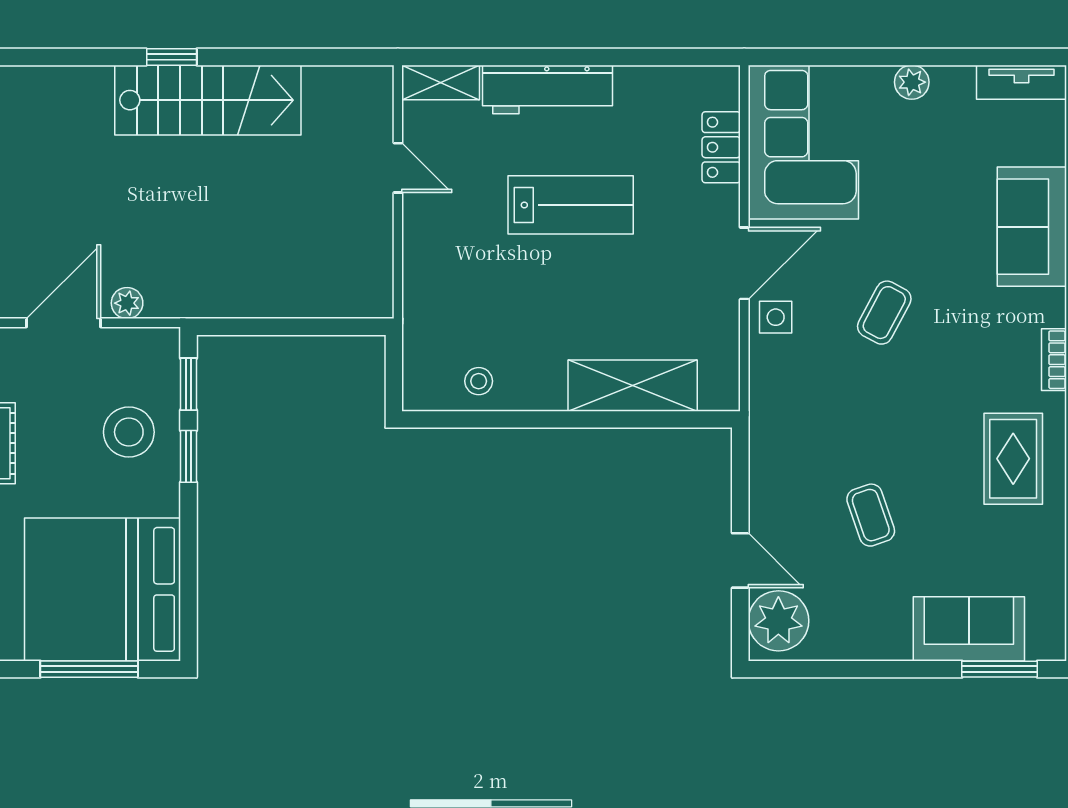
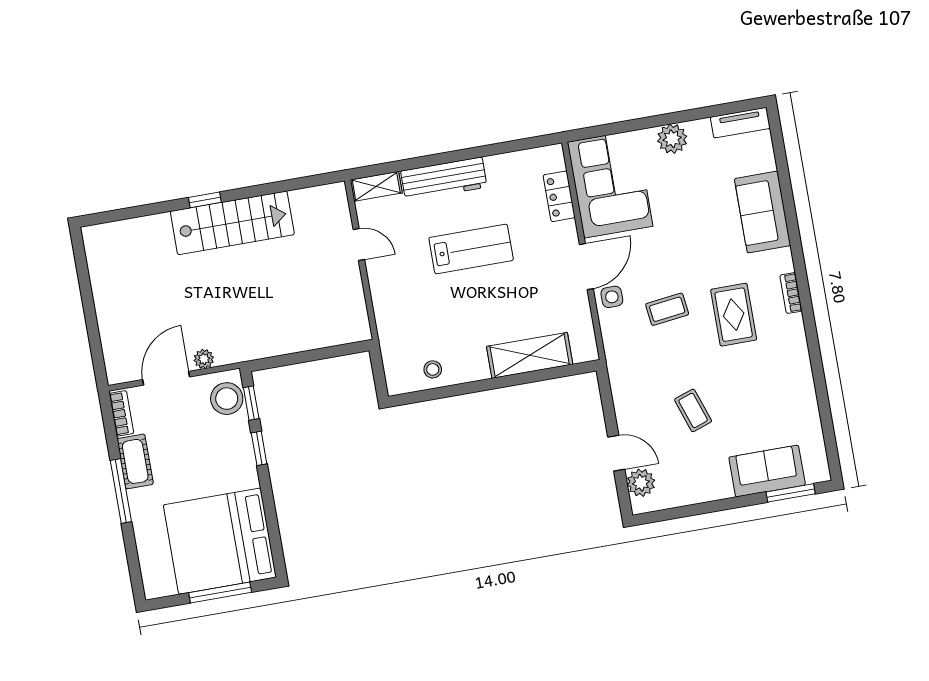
plant: (912, 82) -> (672, 139), width x1.38, depth x1.38
coffee table: (884, 313) -> (667, 309), moved, turned 55
stool: (129, 432) -> (227, 399), moved
rug: (1013, 459) -> (734, 315), moved
plant: (778, 621) -> (641, 483), width x0.73, depth x0.73

